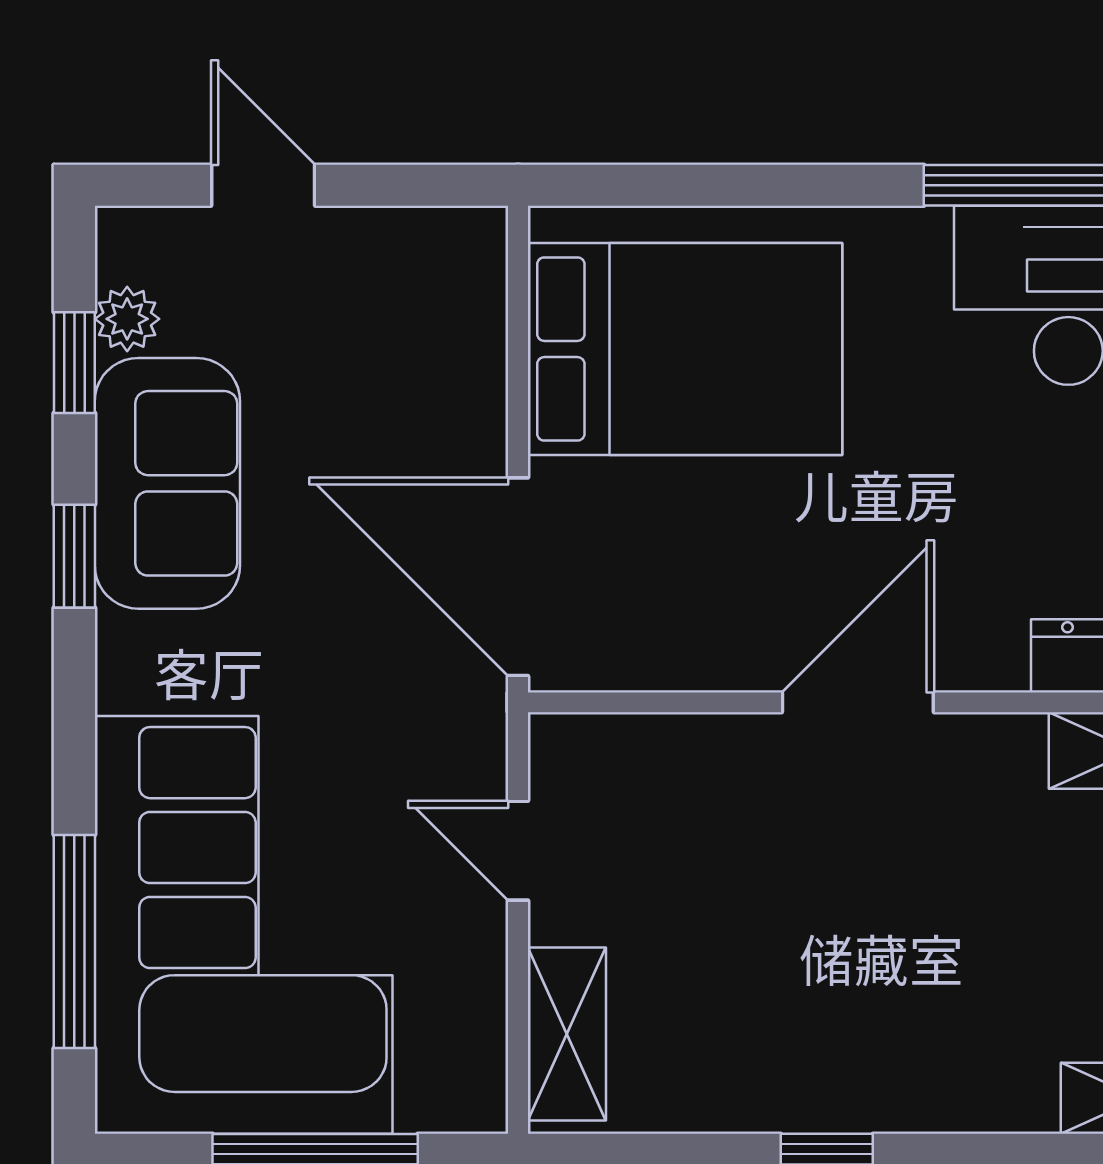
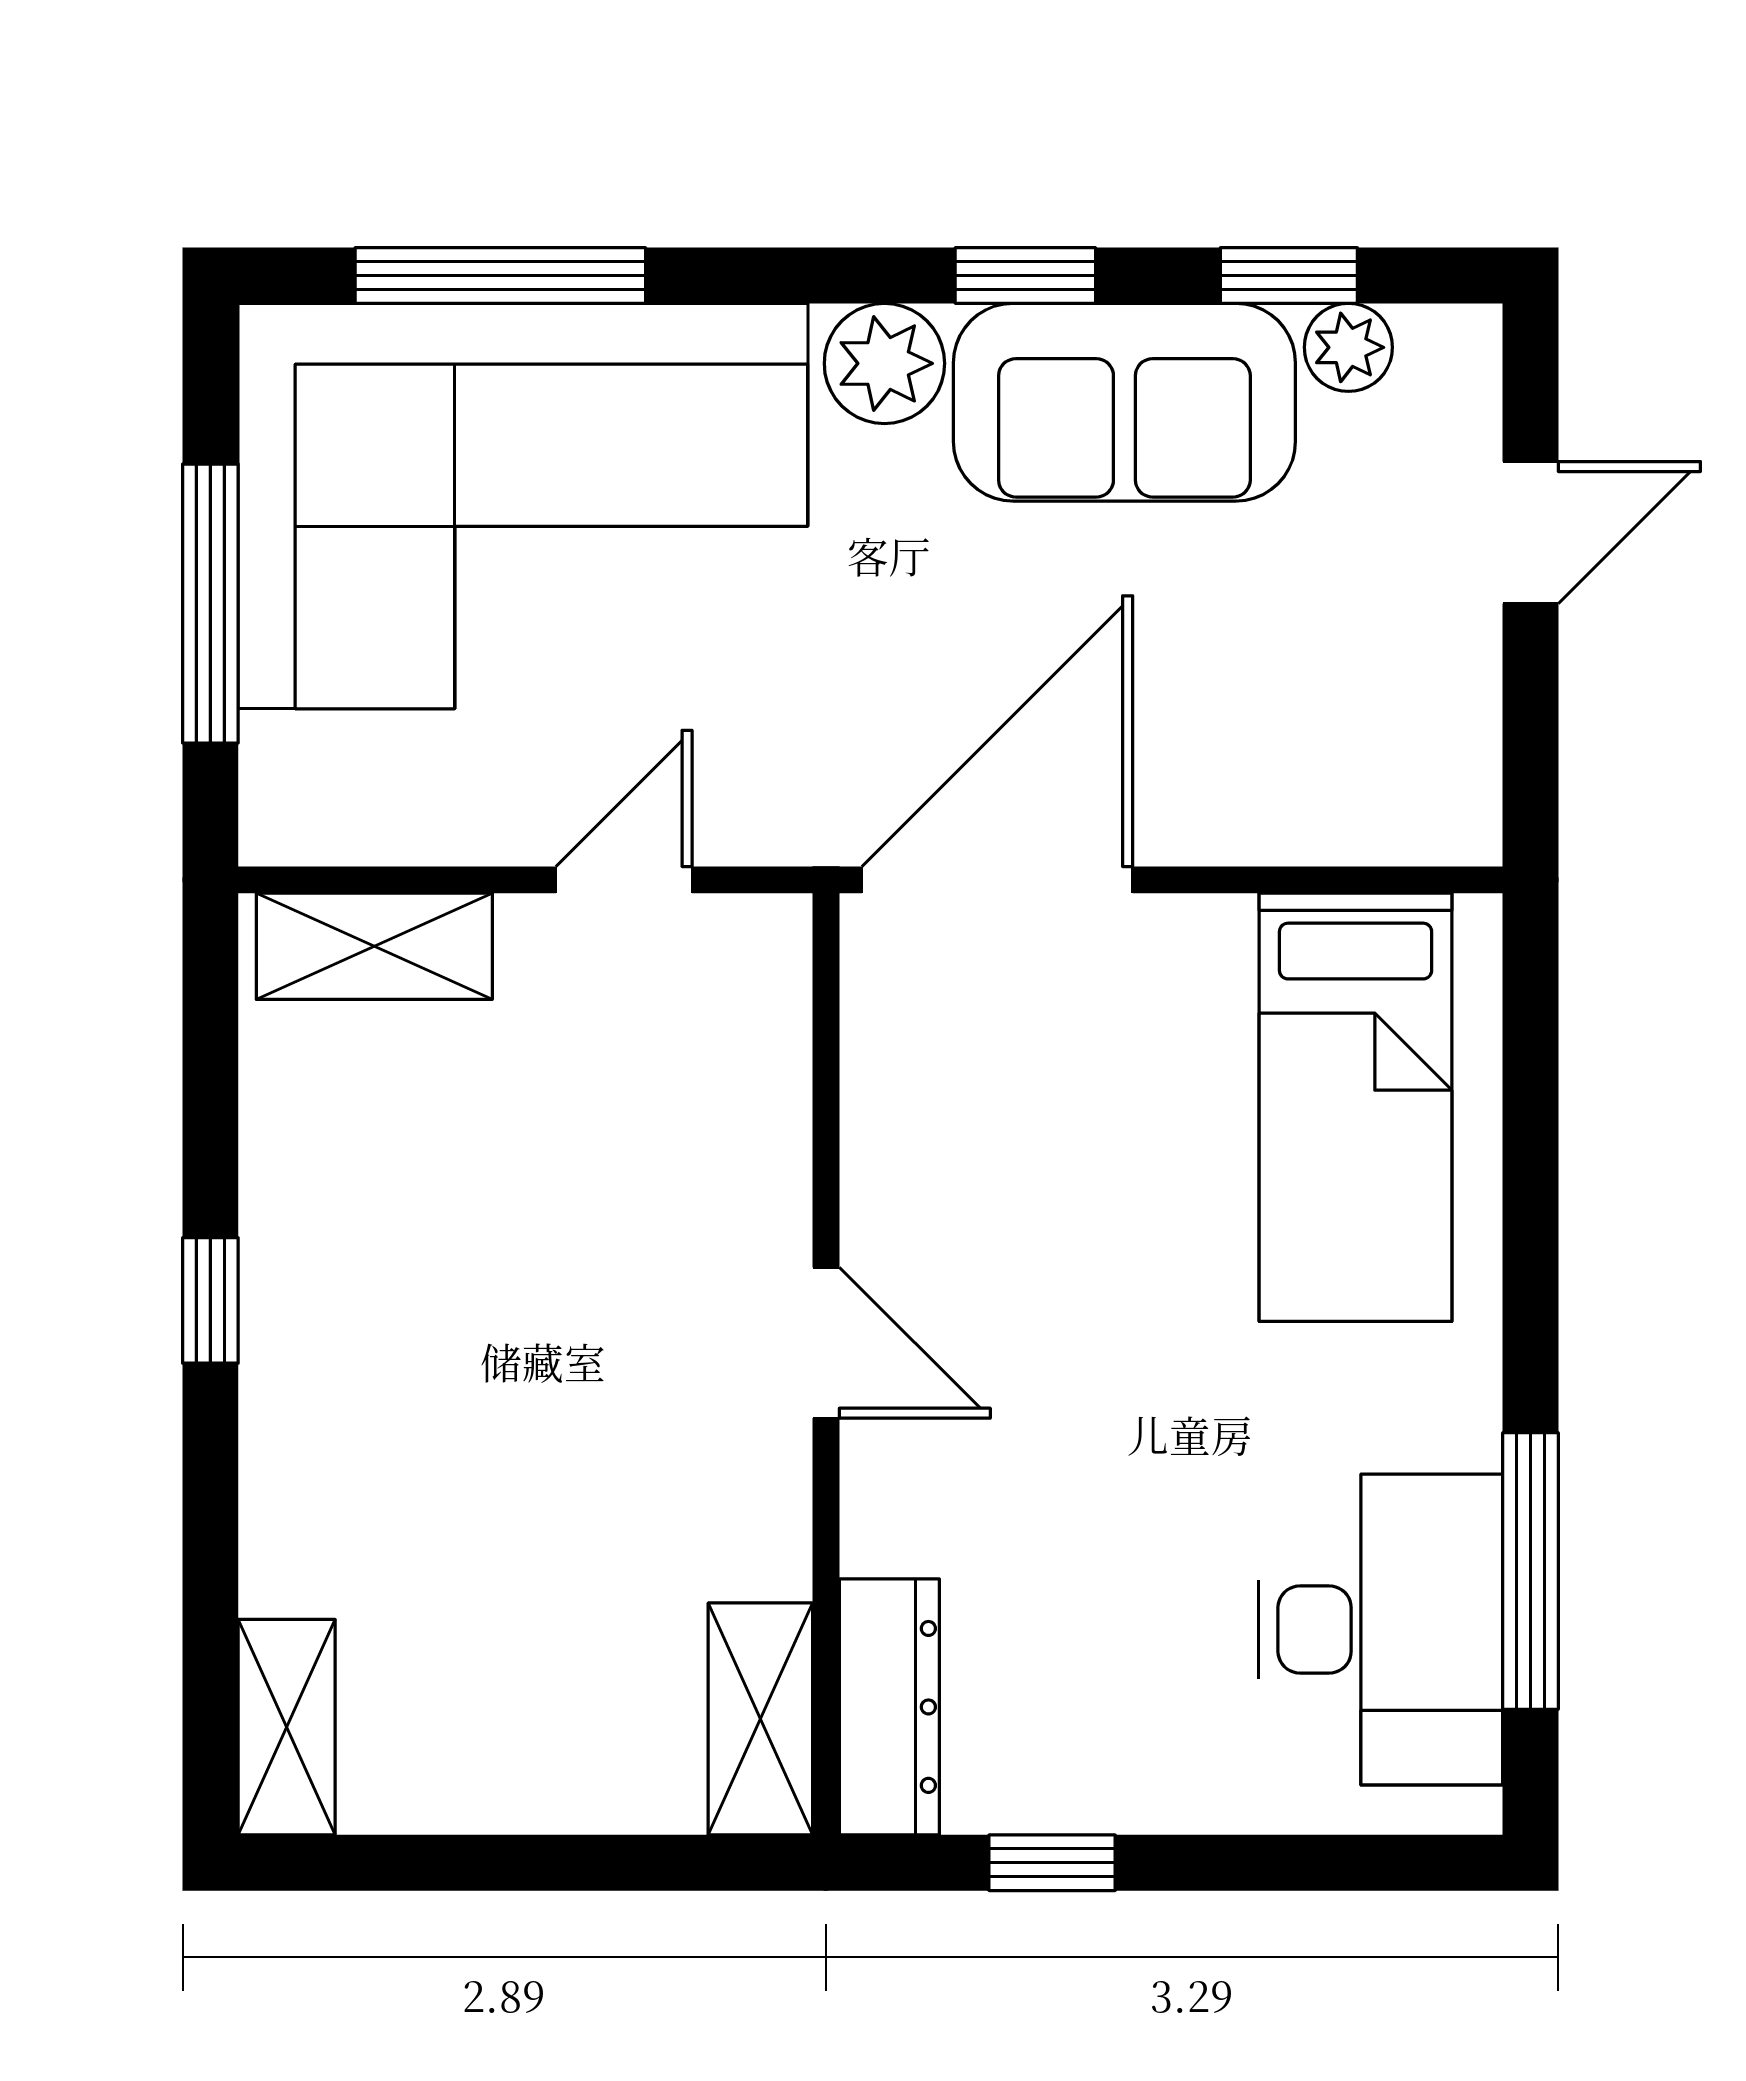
bed: (685, 349) -> (1356, 1107), width x0.67
plant: (139, 659) -> (884, 363), added
door: (858, 702) -> (826, 1343), width x0.73

